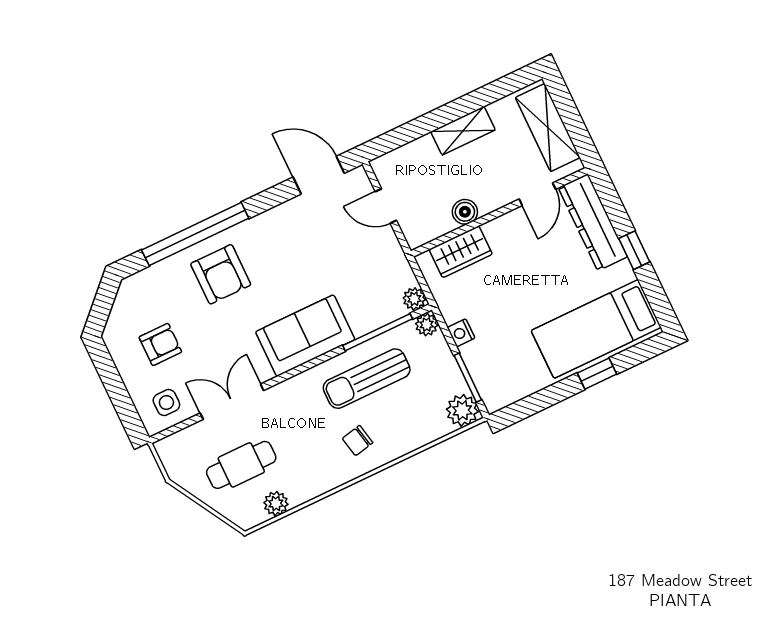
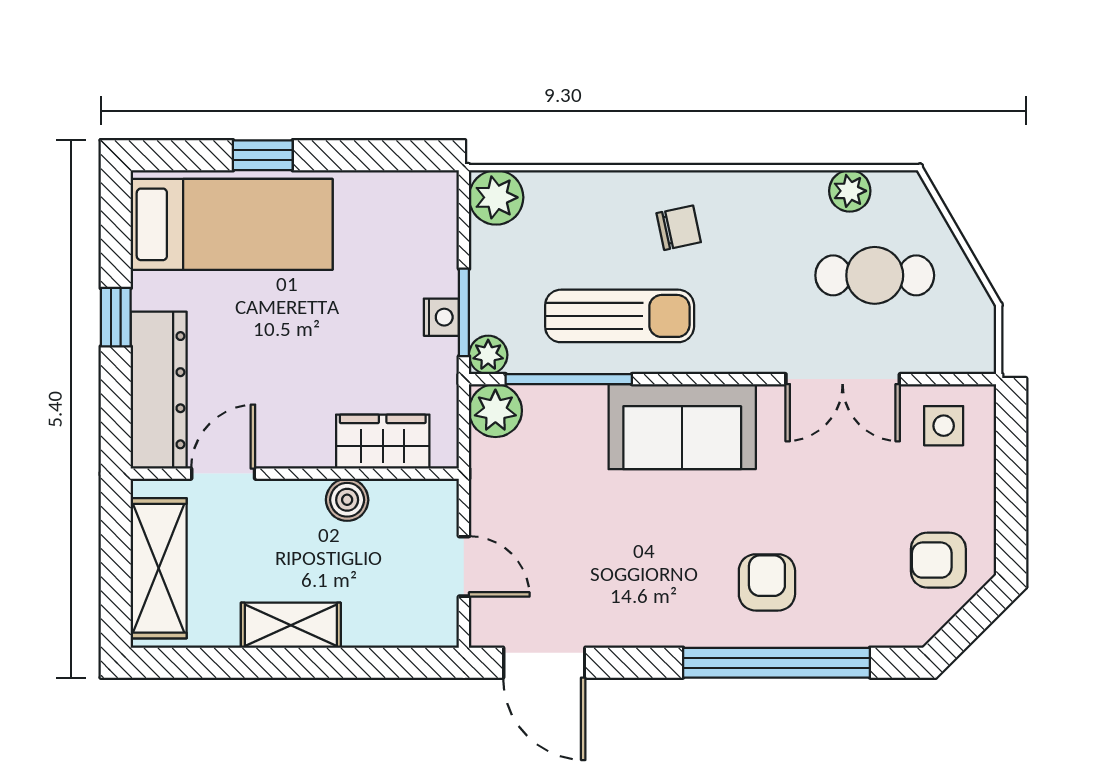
armchair: (221, 274) -> (767, 582), width x0.72, depth x0.72
plant: (414, 299) -> (495, 411), width x1.38, depth x1.38
armchair: (160, 344) -> (938, 560), moved
window: (468, 378) -> (464, 312), moved

